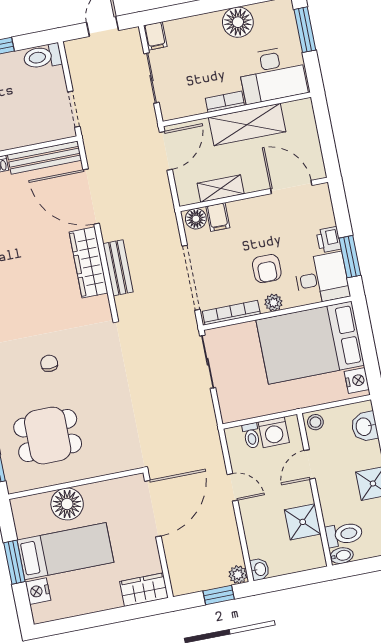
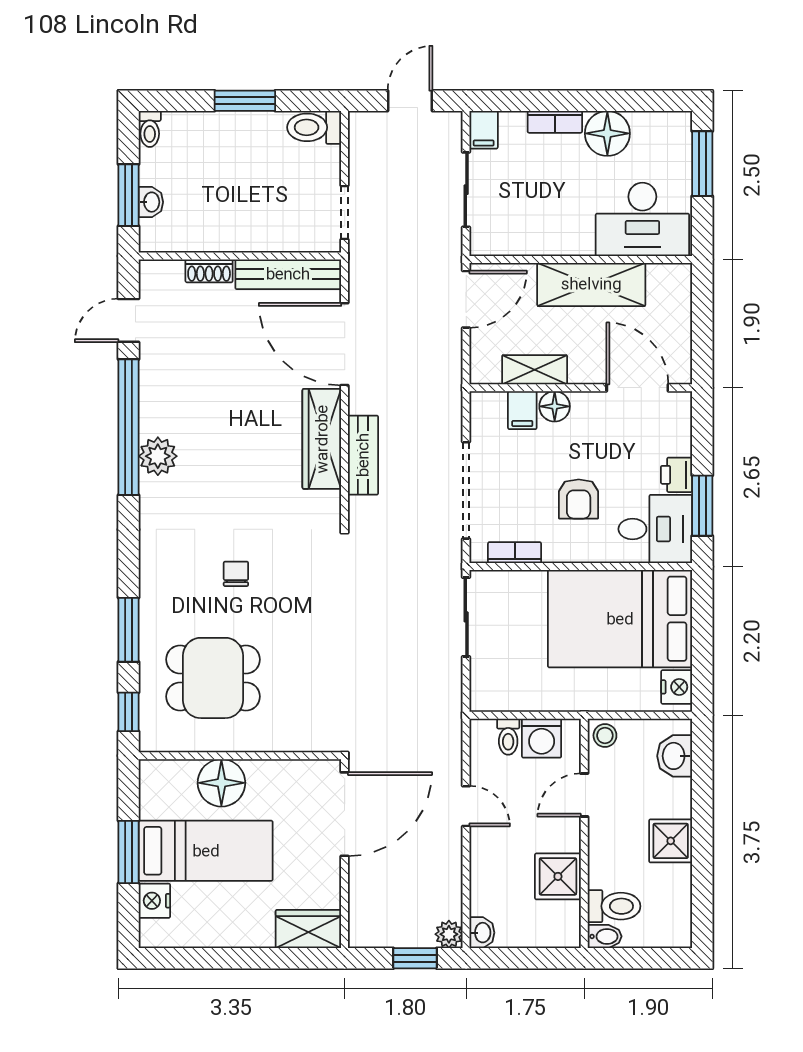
bookcase: (225, 102) -> (555, 122), moved, turned 180
floor lamp: (196, 219) -> (555, 406), moved
plant: (273, 303) -> (578, 550), removed
bookcase: (231, 313) -> (515, 553), width x0.64

